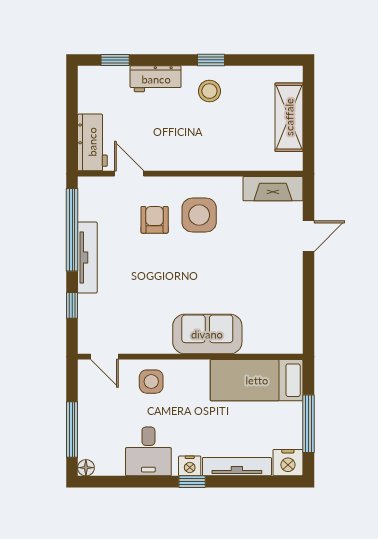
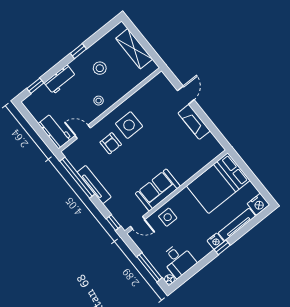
stool: (209, 91) -> (100, 68), moved
stool: (185, 149) -> (99, 101), added
fireplace: (273, 189) -> (194, 122), moved, turned 90
armchair: (155, 220) -> (111, 143), turned 180
window: (72, 305) -> (113, 223), moved
sofa: (207, 334) -> (158, 190), moved
bed: (257, 380) -> (218, 183), width x1.50
window: (308, 424) -> (253, 179), removed
desk: (148, 451) -> (178, 260), moved

